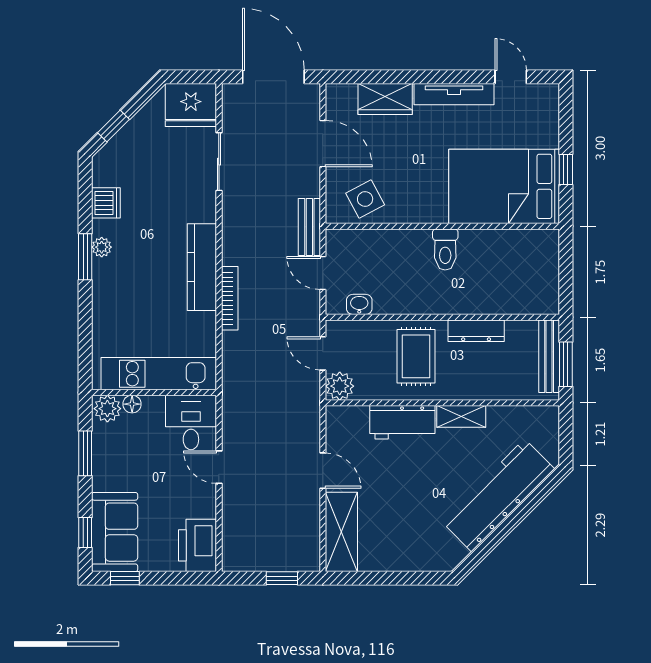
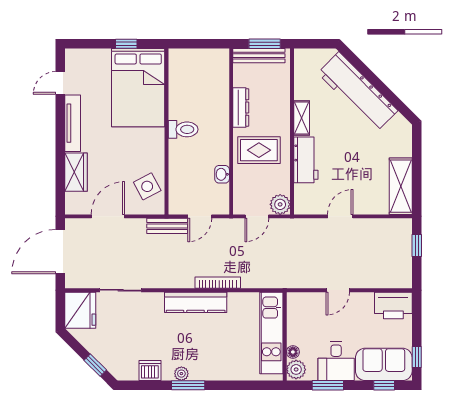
washbasin: (359, 304) -> (222, 174), moved
desk: (191, 422) -> (336, 361), moved, turned -90
shelving: (341, 532) -> (401, 186), moved, turned 90

